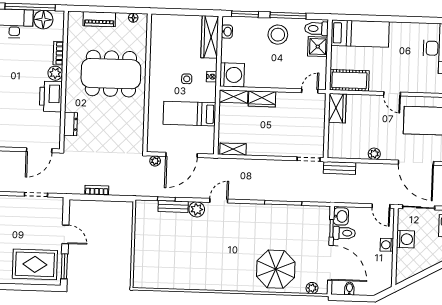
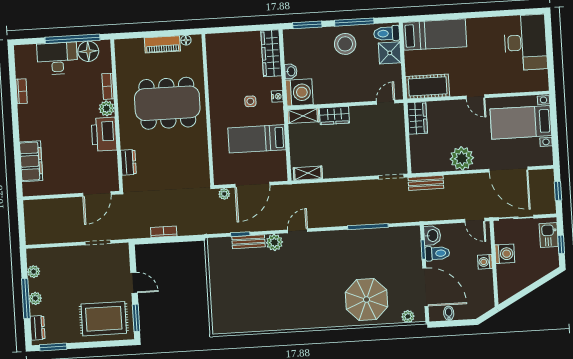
piano: (99, 19) -> (162, 44), moved
washbasin: (227, 32) -> (291, 71), moved
plant: (374, 154) -> (462, 158), width x1.88, depth x1.88

